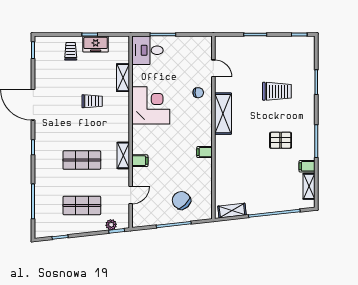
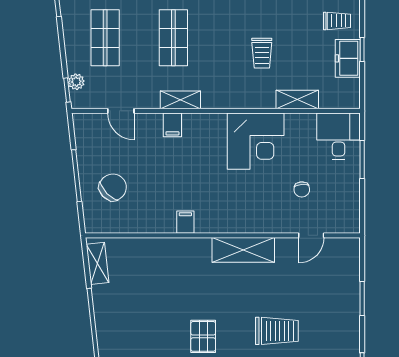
trolley: (277, 91) -> (277, 331), turned -90
chair: (198, 93) -> (302, 189), moved

